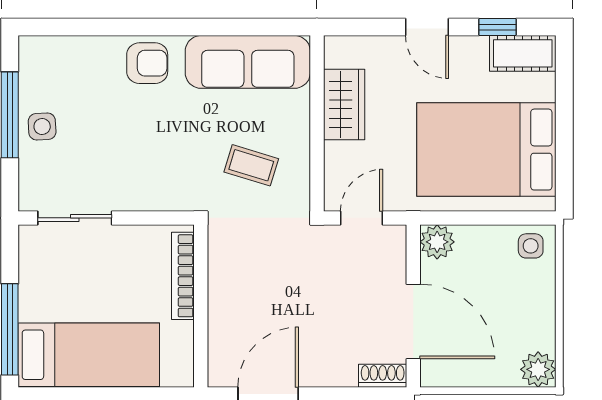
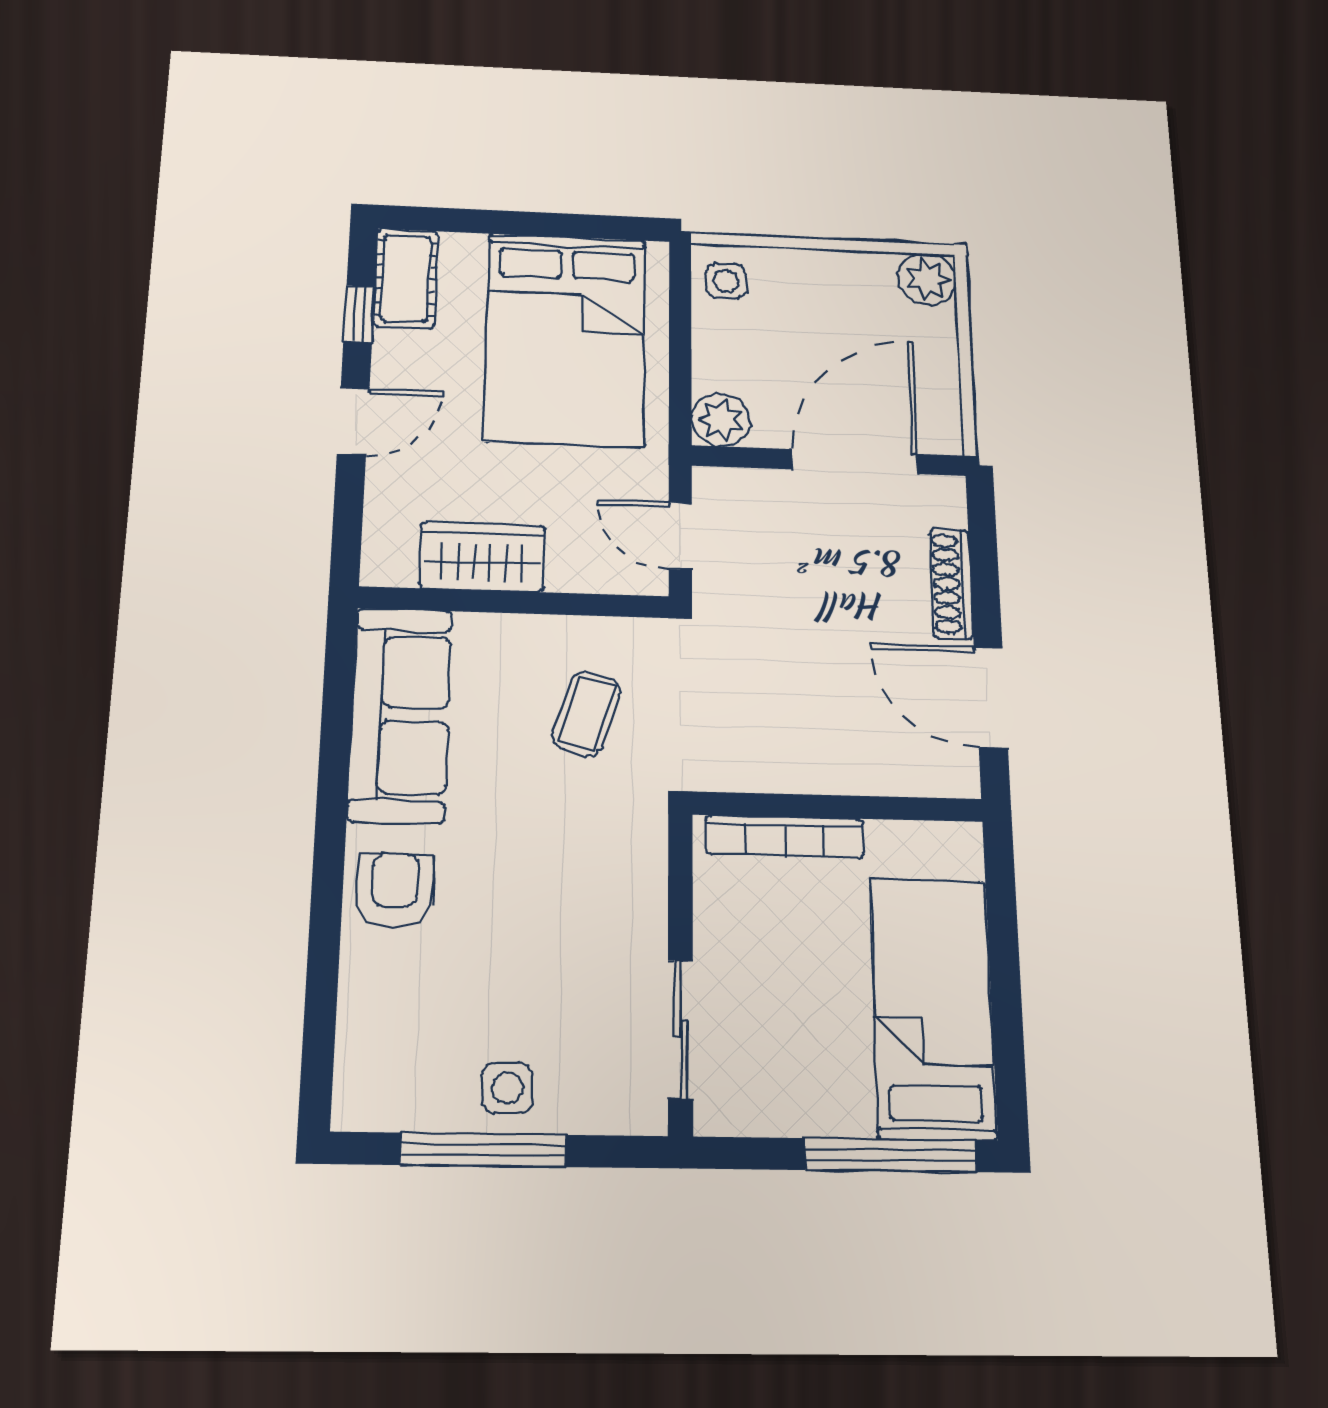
shoe rack: (383, 376) -> (951, 584), moved, width x1.43

